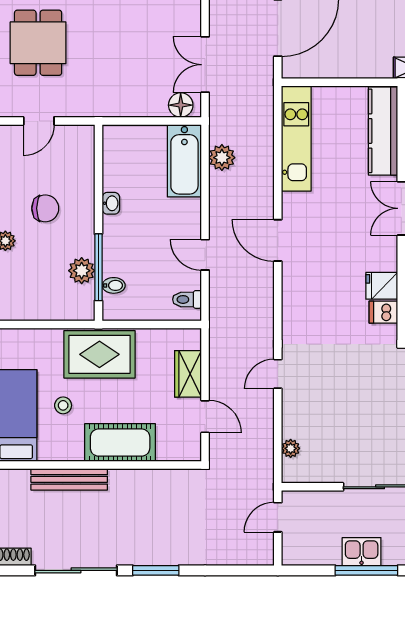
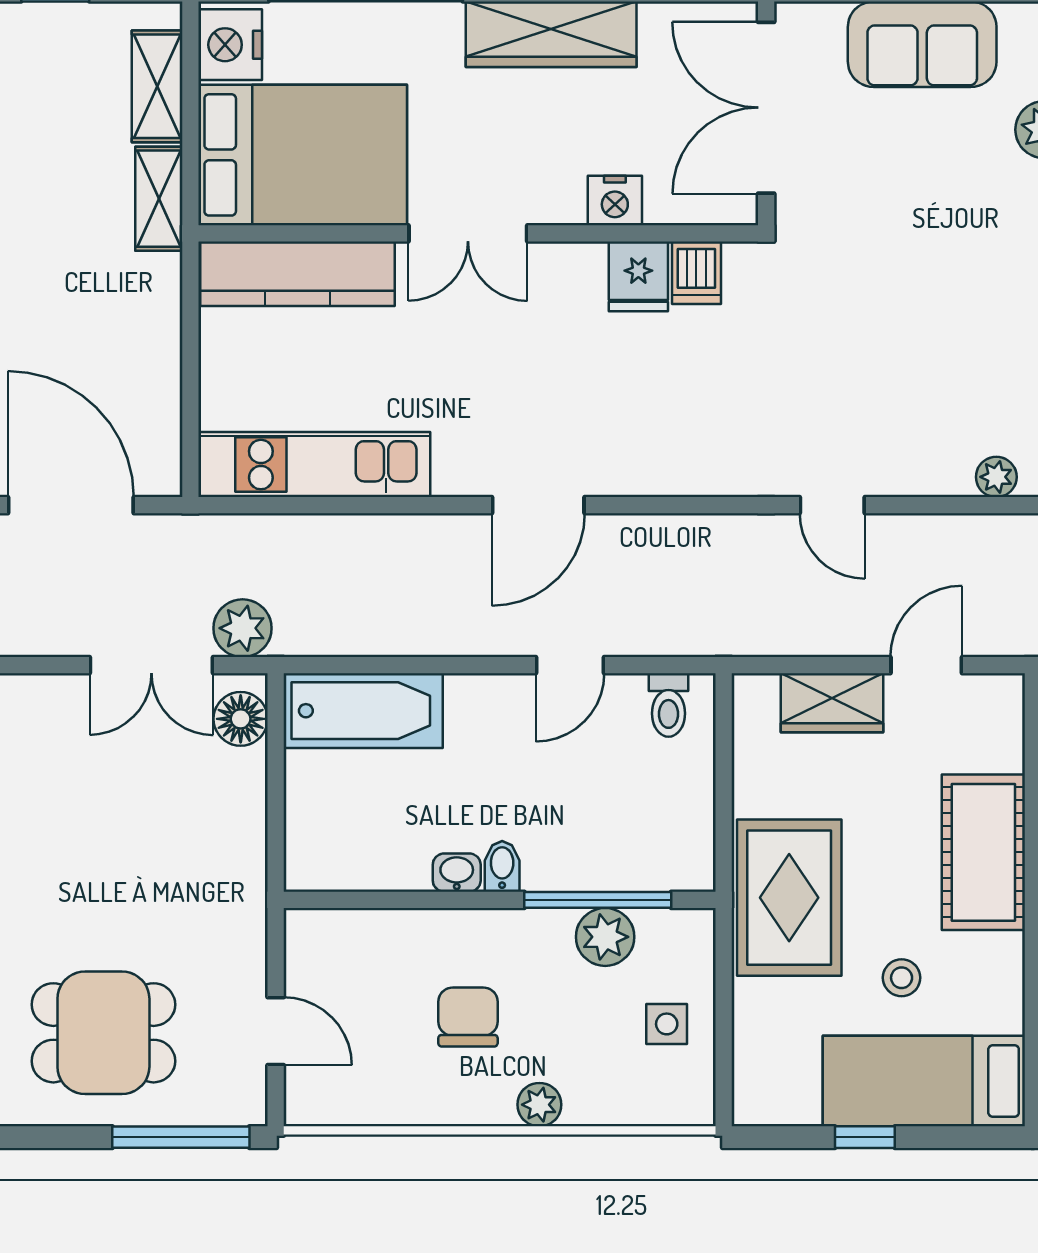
plant: (222, 158) -> (243, 628), moved
bidet: (114, 285) -> (502, 866), moved
side table: (42, 299) -> (667, 1024), added

